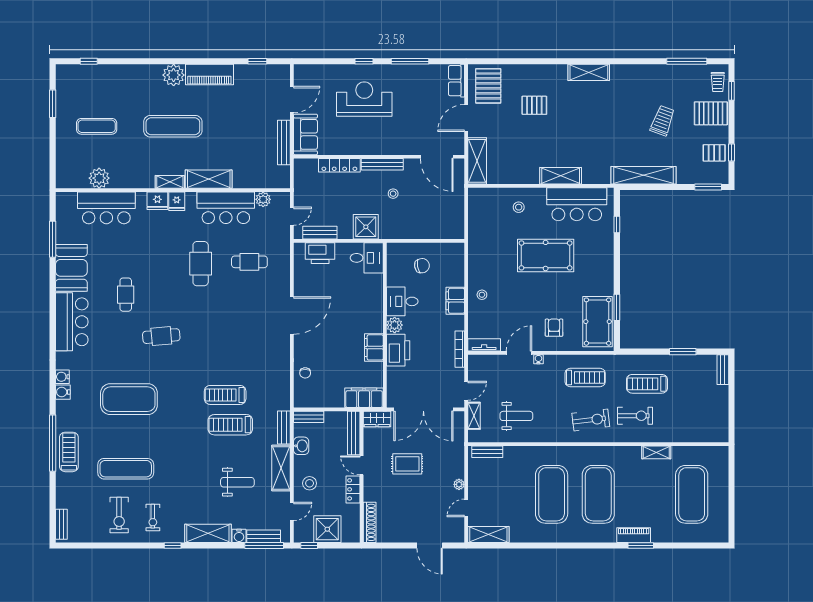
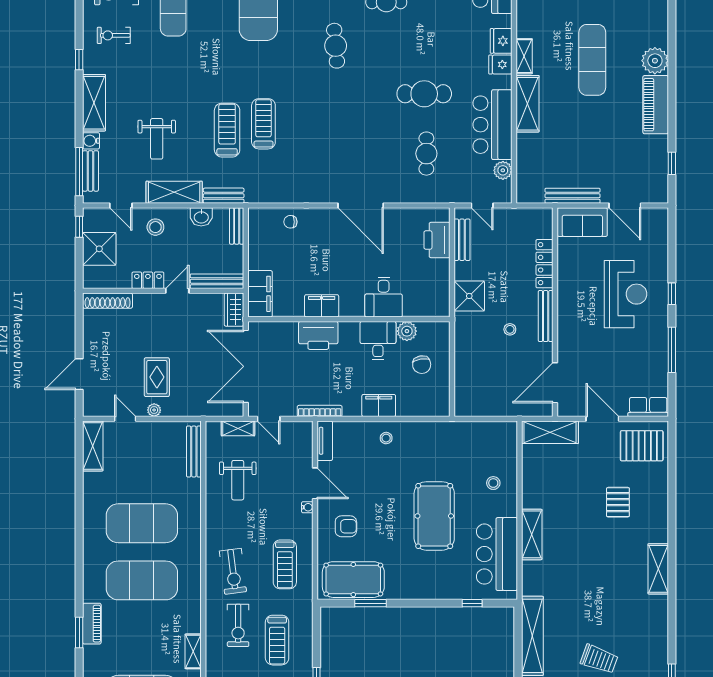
desk: (367, 258) -> (384, 297), moved
plant: (395, 325) -> (407, 331), moved
treadmill: (647, 384) -> (277, 640), turned 180
bench: (487, 452) -> (194, 451), width x1.36
rug: (407, 464) -> (157, 377), moved

